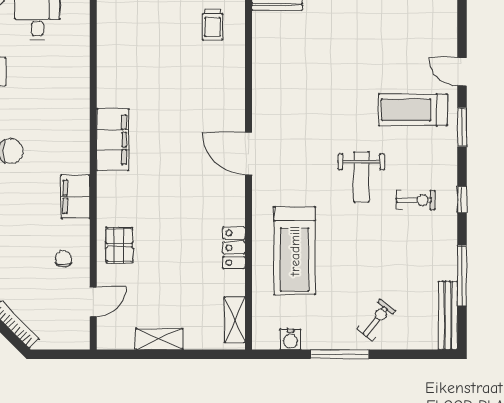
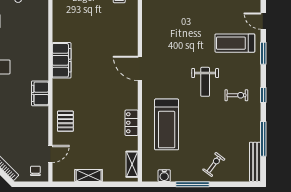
chair: (63, 259) -> (35, 171), moved

